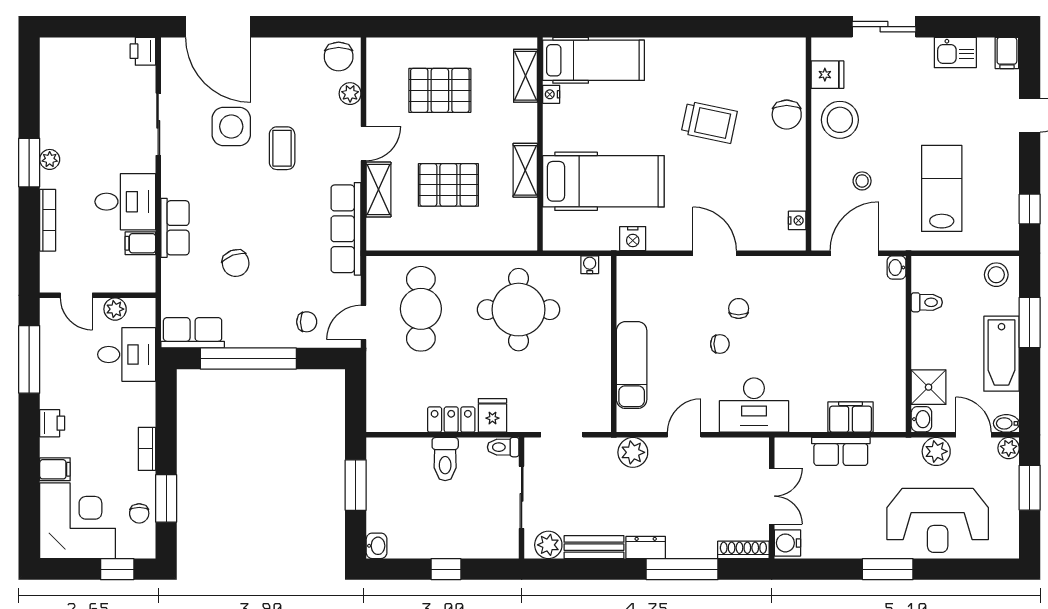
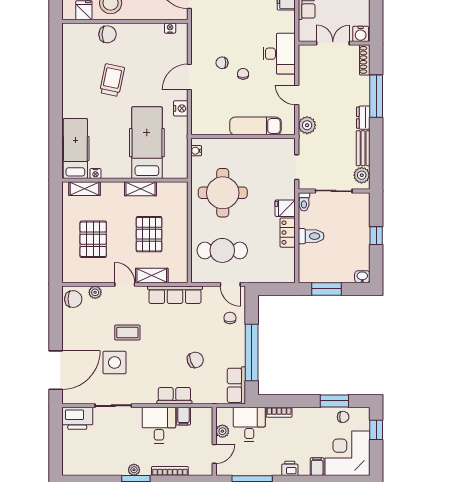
printer: (143, 51) -> (77, 418), width x1.87, depth x1.48
nightstand: (633, 239) -> (181, 108), moved
bookcase: (147, 449) -> (279, 412), moved

